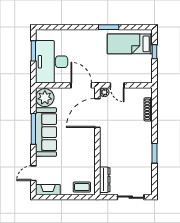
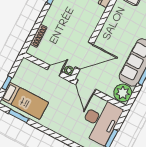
window: (109, 27) -> (19, 116), moved
door: (117, 85) -> (55, 71), hinge flipped

